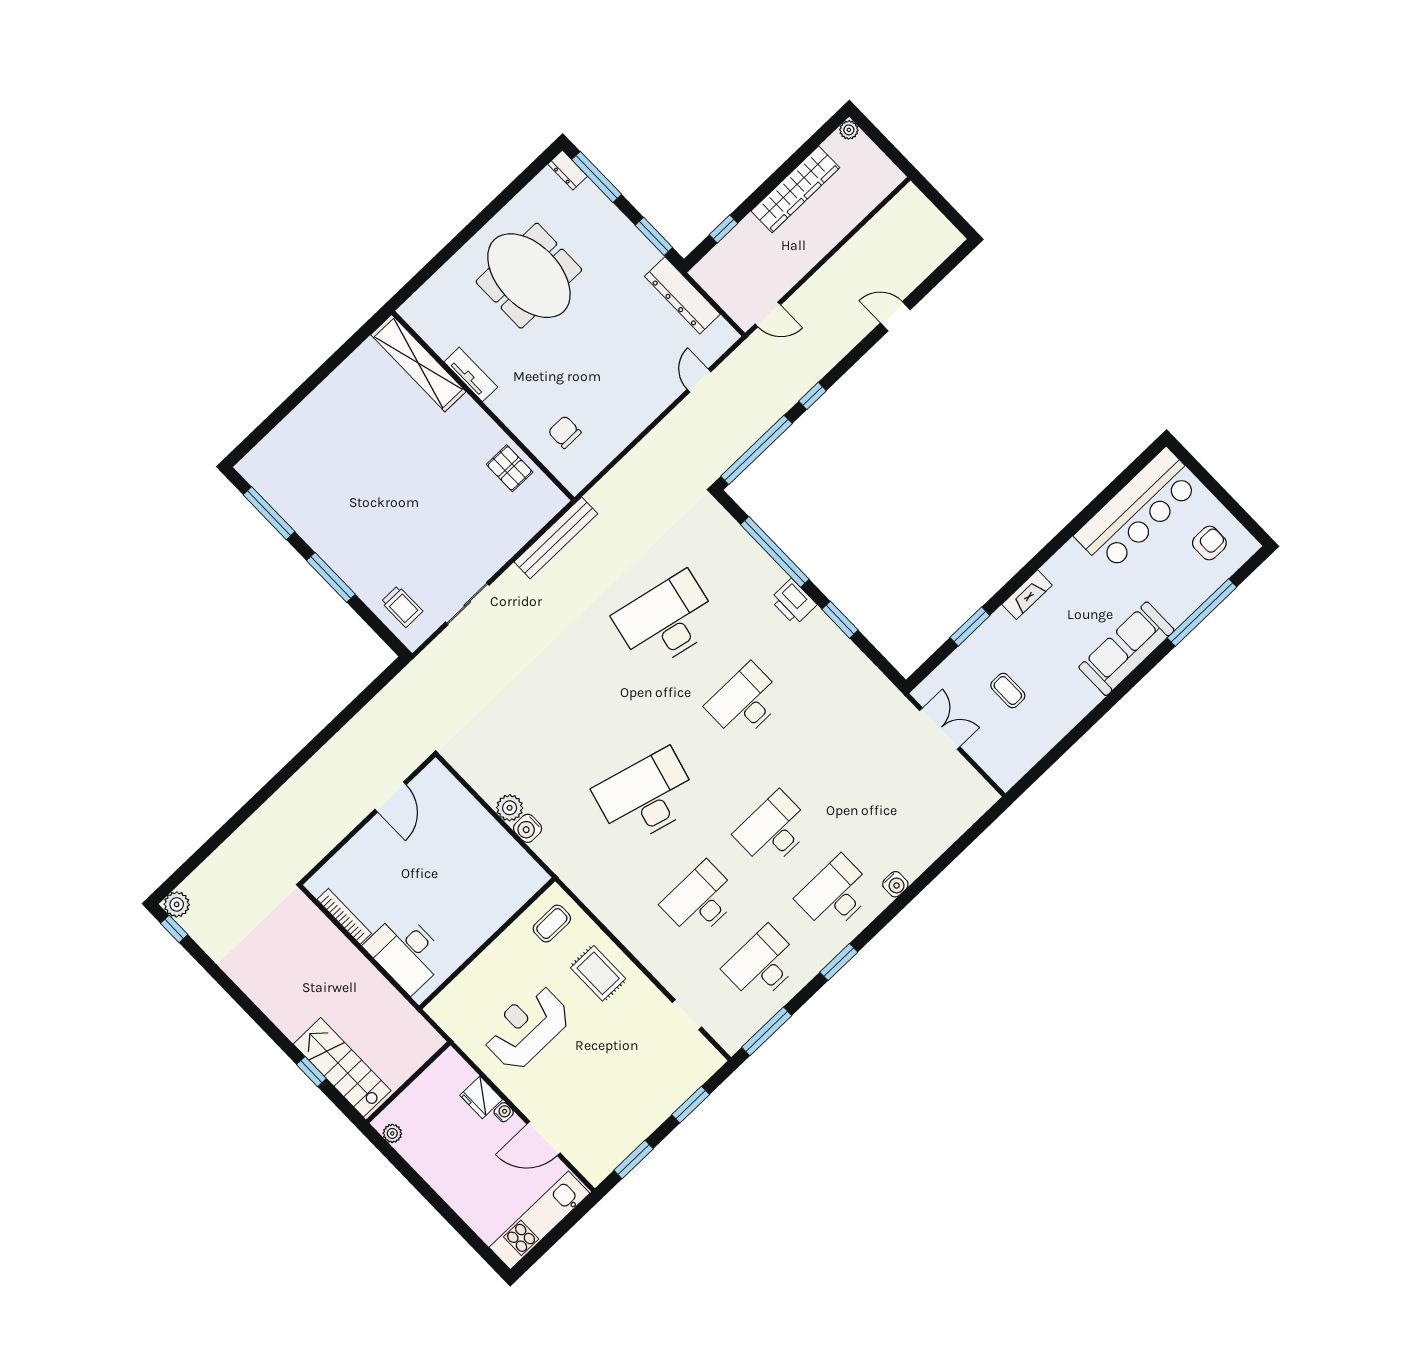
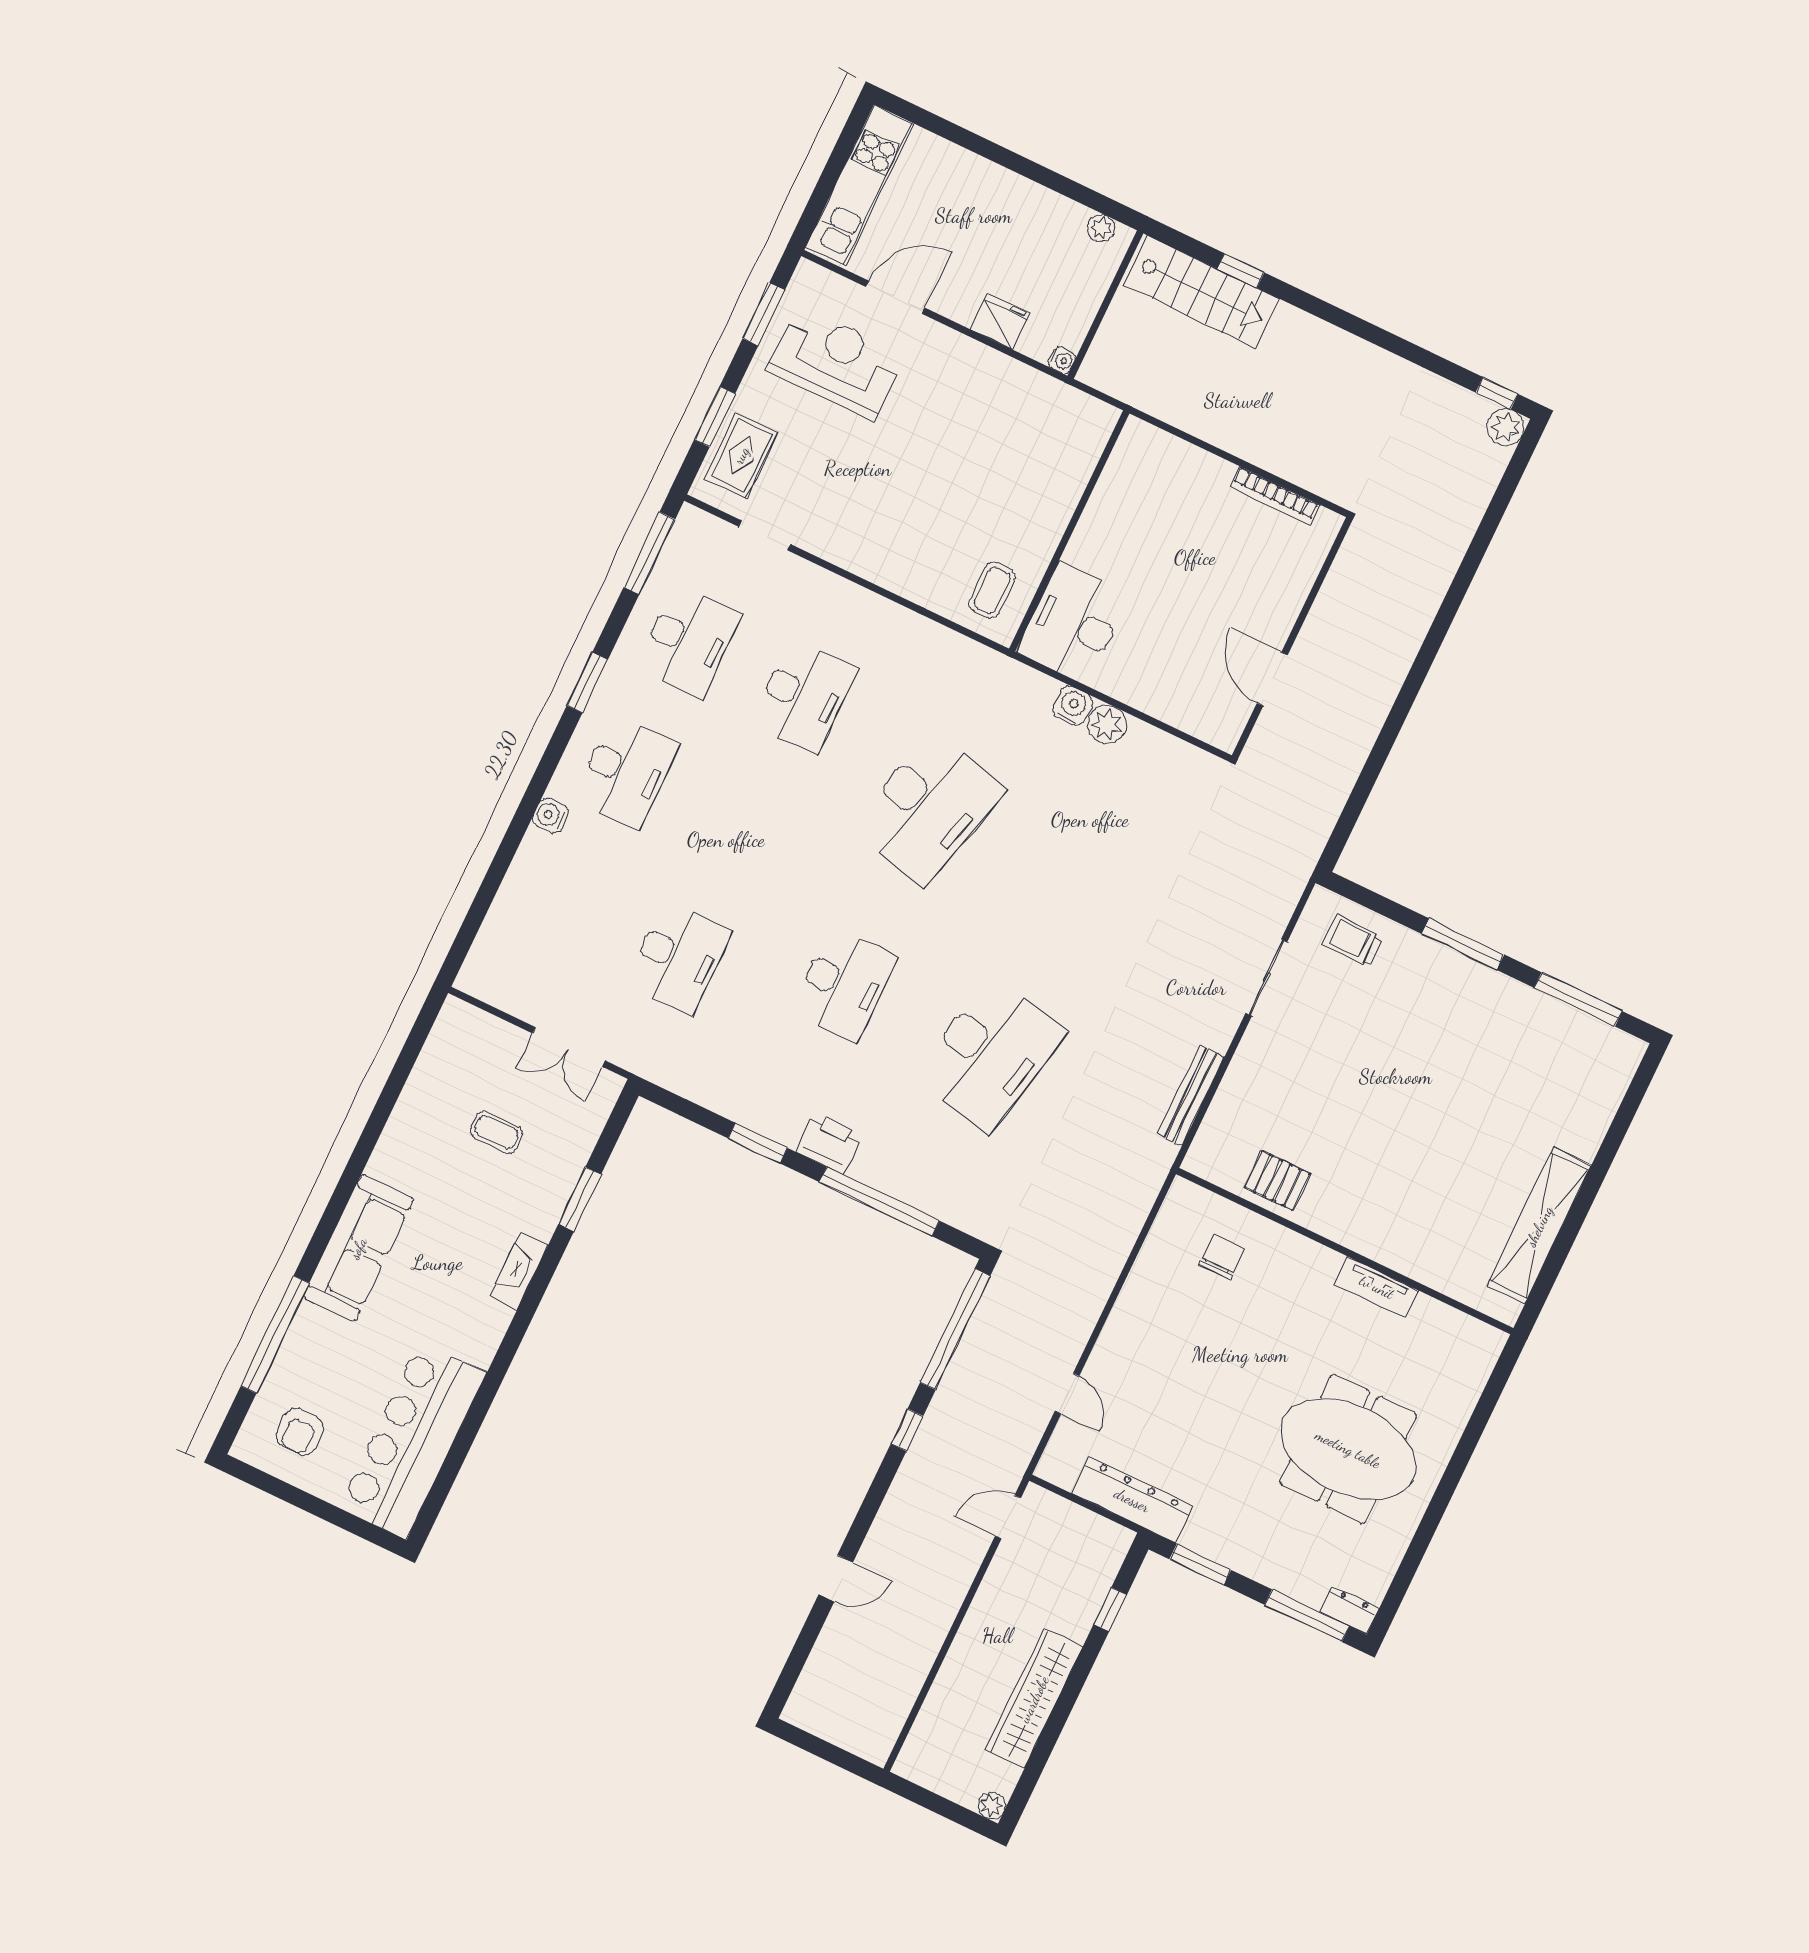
shelving: (418, 363) -> (1539, 1226), moved, turned 90
chair: (565, 432) -> (1222, 1257), turned -90
bench: (556, 538) -> (1191, 1095), width x0.73, depth x0.82
desk: (773, 830) -> (679, 958), moved
desk: (406, 952) -> (1073, 623), moved, turned -90
rug: (598, 973) -> (741, 455), moved, turned 90
reception desk: (527, 1027) -> (836, 362), moved, turned -90
water cooler: (504, 1112) -> (1062, 360), moved, turned -90

